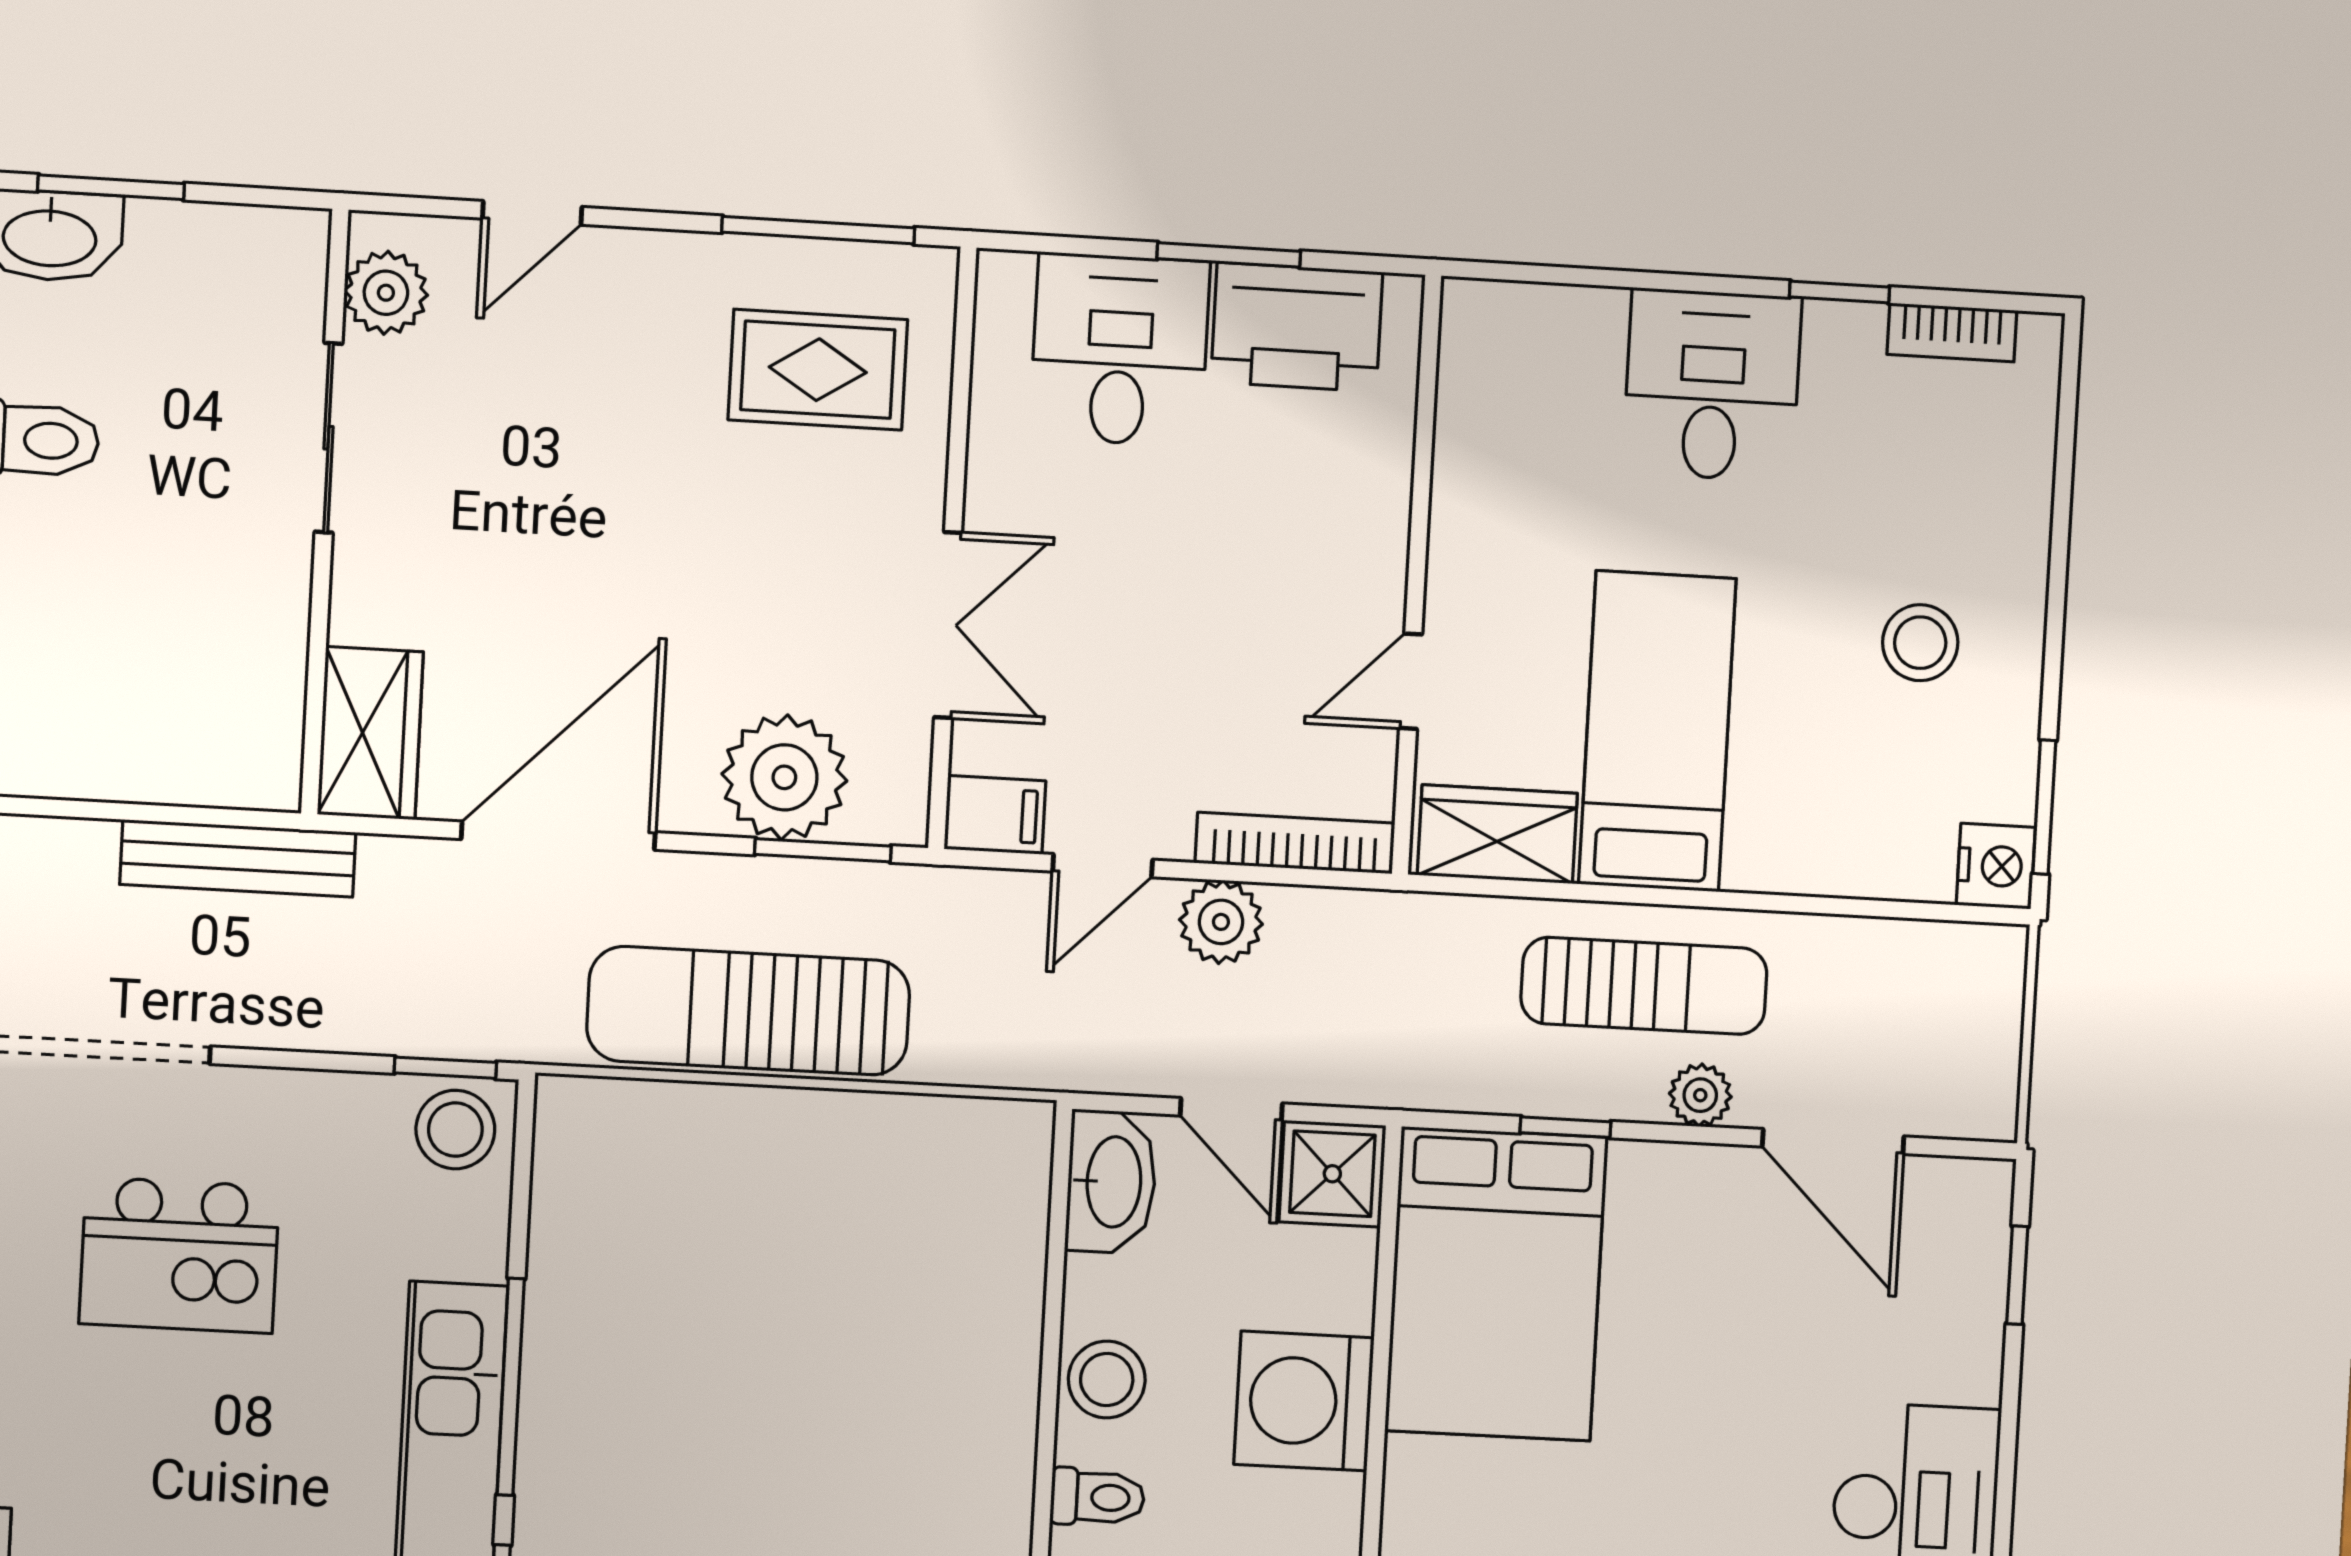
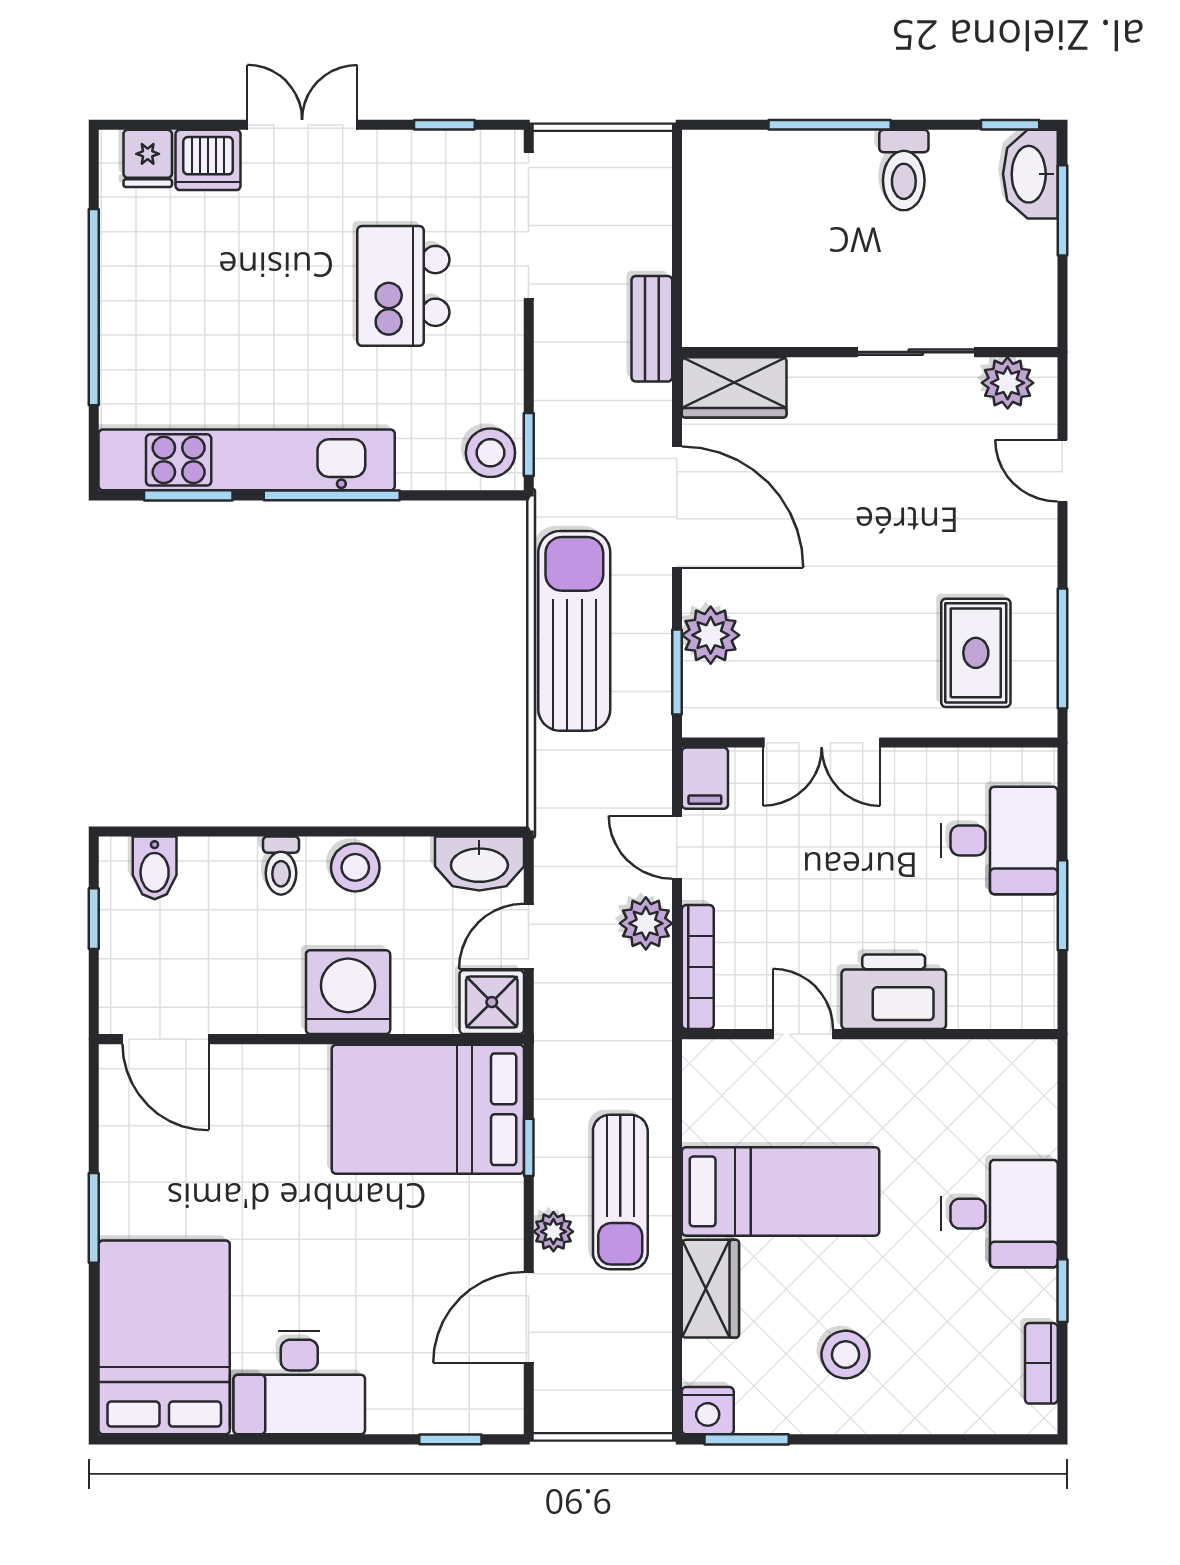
printer: (1297, 327) -> (894, 992), moved, turned 90
plant: (784, 777) -> (711, 635), width x0.73, depth x0.73
wardrobe: (1497, 834) -> (710, 1289), moved
bench: (238, 858) -> (652, 329), width x0.73

